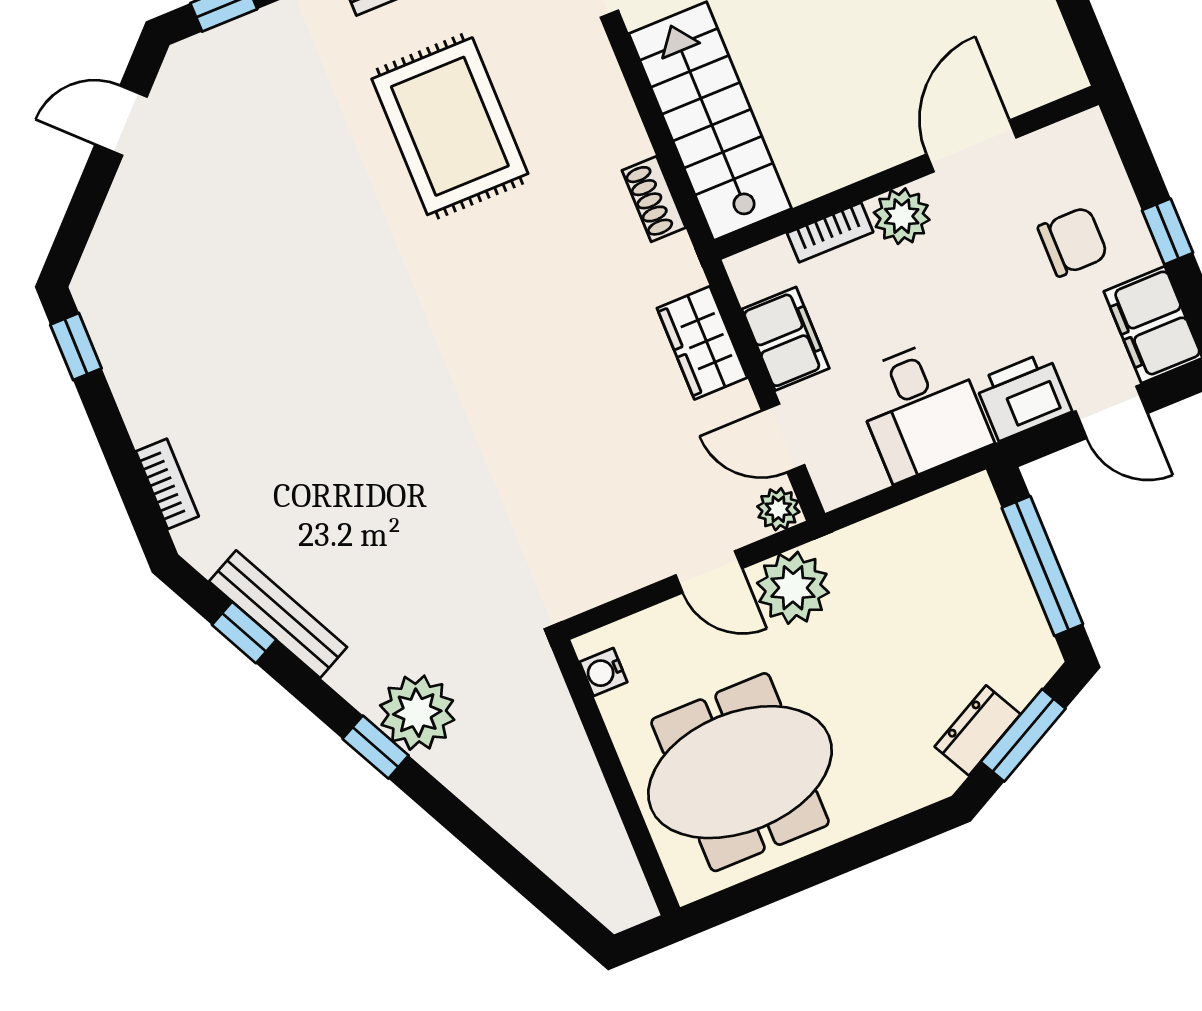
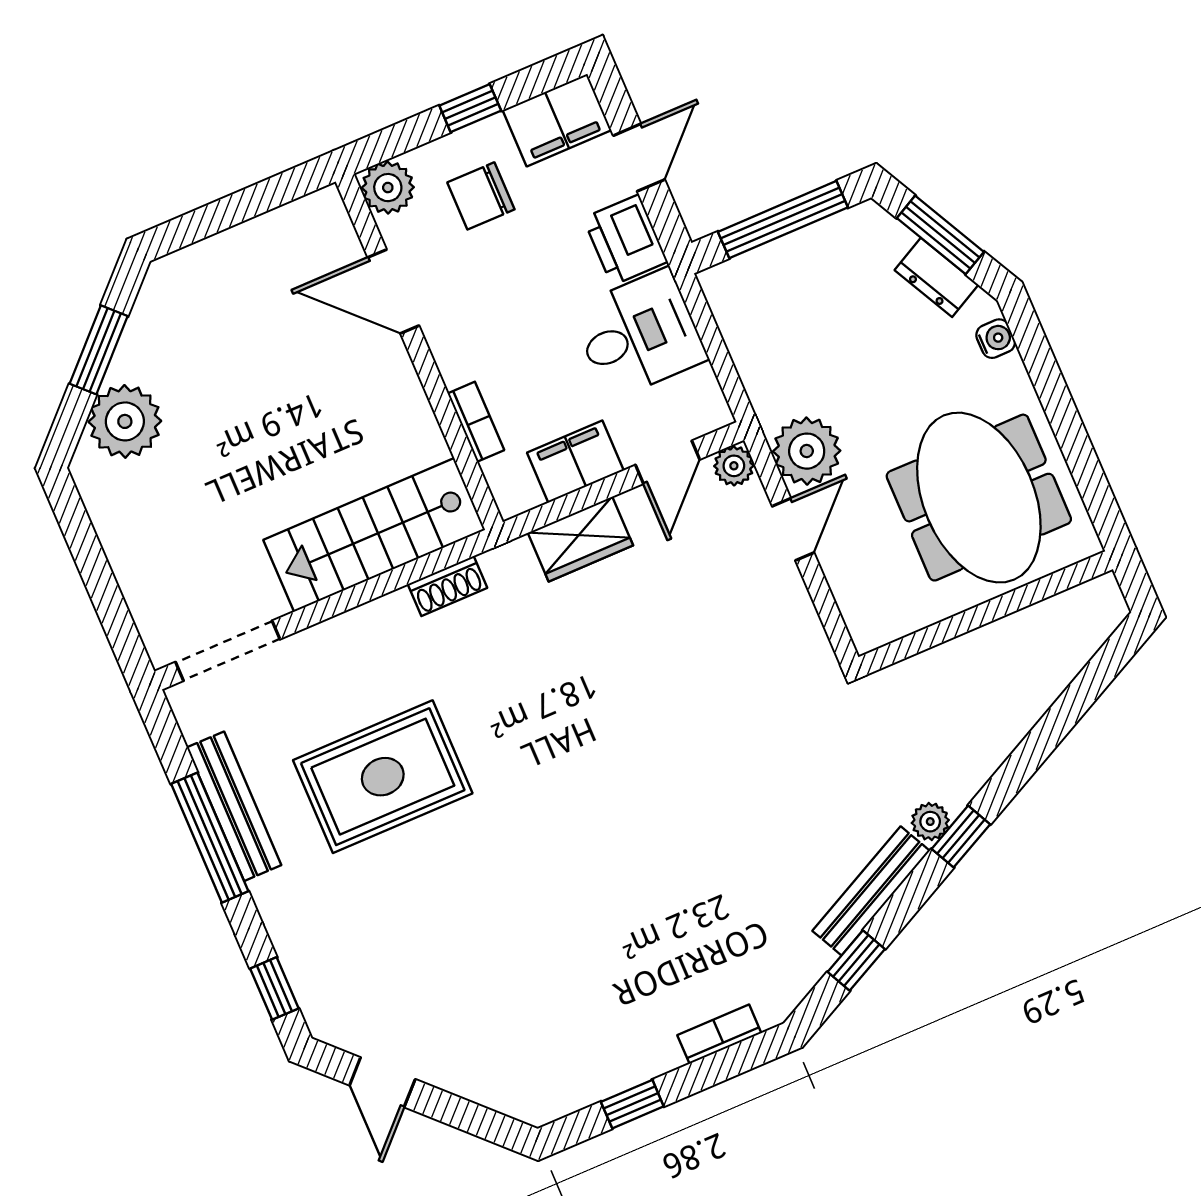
plant: (902, 216) -> (388, 188), moved
chair: (1073, 242) -> (481, 196), turned -90
window: (76, 346) -> (632, 1104), moved
bench: (278, 614) -> (871, 891), moved
water cooler: (603, 672) -> (996, 339), moved, turned -90
plant: (417, 713) -> (930, 822), width x0.53, depth x0.53

